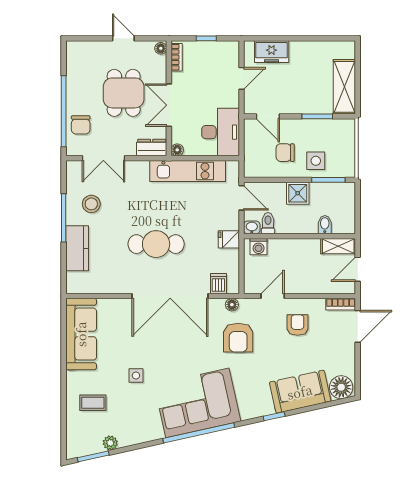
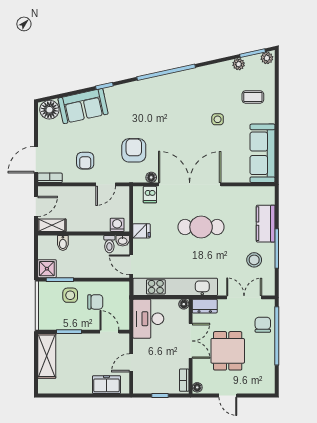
kitchen unit: (188, 171) -> (175, 287), width x1.36
shower: (298, 193) -> (47, 269), moved
floor lamp: (232, 305) -> (151, 177), moved
corner sofa: (197, 403) -> (167, 97), removed
plant: (76, 450) -> (267, 58), added

